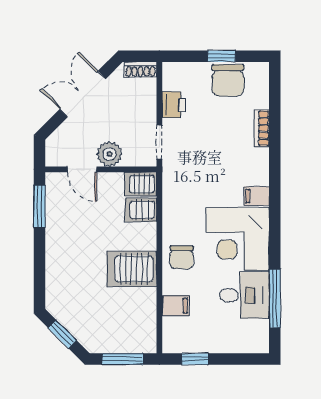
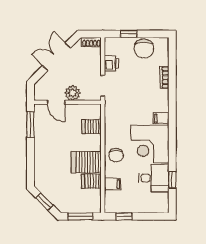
window: (221, 56) -> (129, 34), moved
server rack: (141, 184) -> (91, 181), moved
window: (275, 298) -> (172, 180), width x0.46

